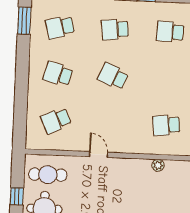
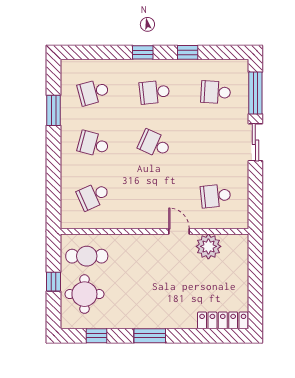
window: (24, 21) -> (54, 110), moved
door: (99, 154) -> (179, 231), moved
plant: (158, 165) -> (208, 246), width x1.87, depth x1.87

